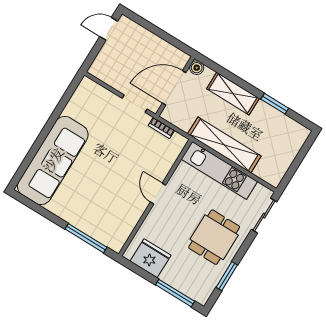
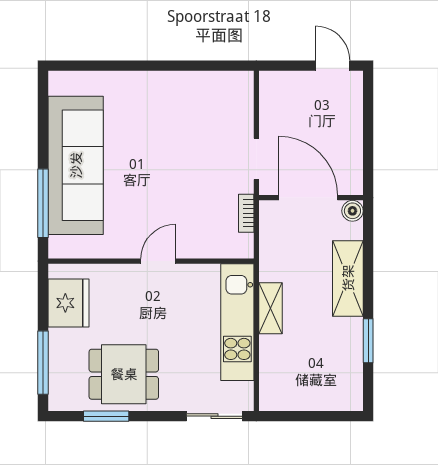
shelving: (224, 145) -> (270, 308), width x0.45, depth x0.75
sofa: (53, 160) -> (76, 165), moved, turned -90
dining table: (214, 237) -> (124, 374), moved

